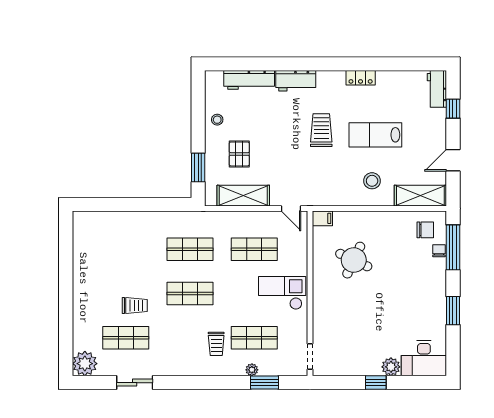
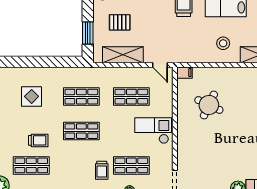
pallet: (239, 154) -> (120, 22), turned 90
display table: (126, 249) -> (32, 96), added

